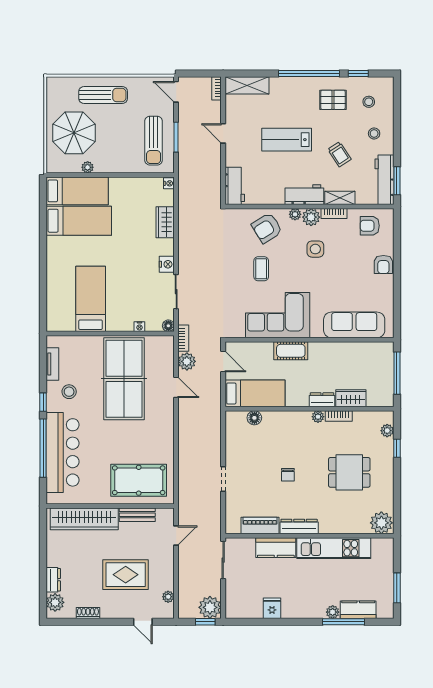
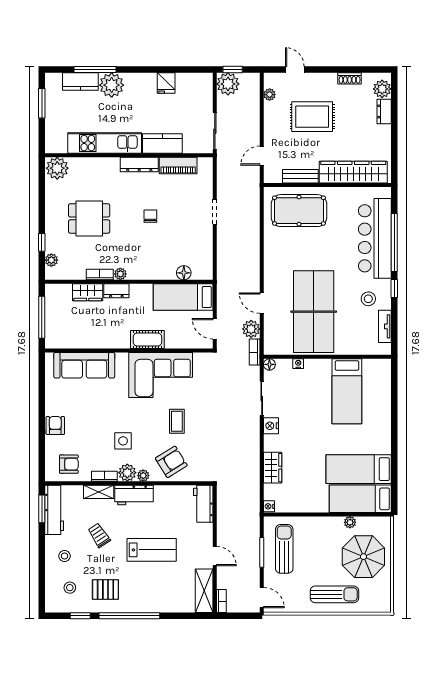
shelving: (247, 85) -> (204, 591), moved, turned 90
sun lounger: (103, 95) -> (334, 594), turned 180
plant: (333, 612) -> (112, 85), width x1.88, depth x1.88

